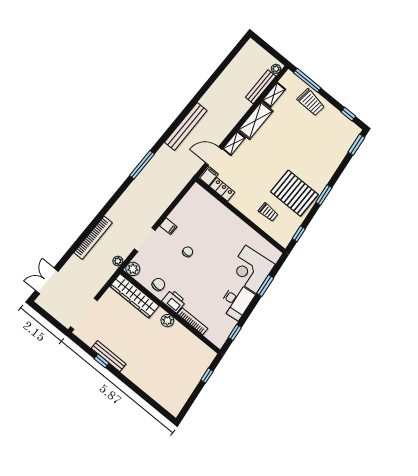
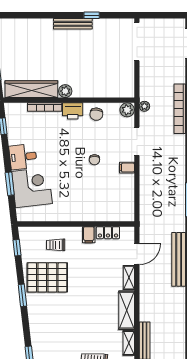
filing cabinet: (209, 176) -> (89, 235), moved
wardrobe: (134, 296) -> (31, 89), moved
desk: (236, 301) -> (23, 157), width x0.73
bench: (109, 356) -> (73, 24), moved

